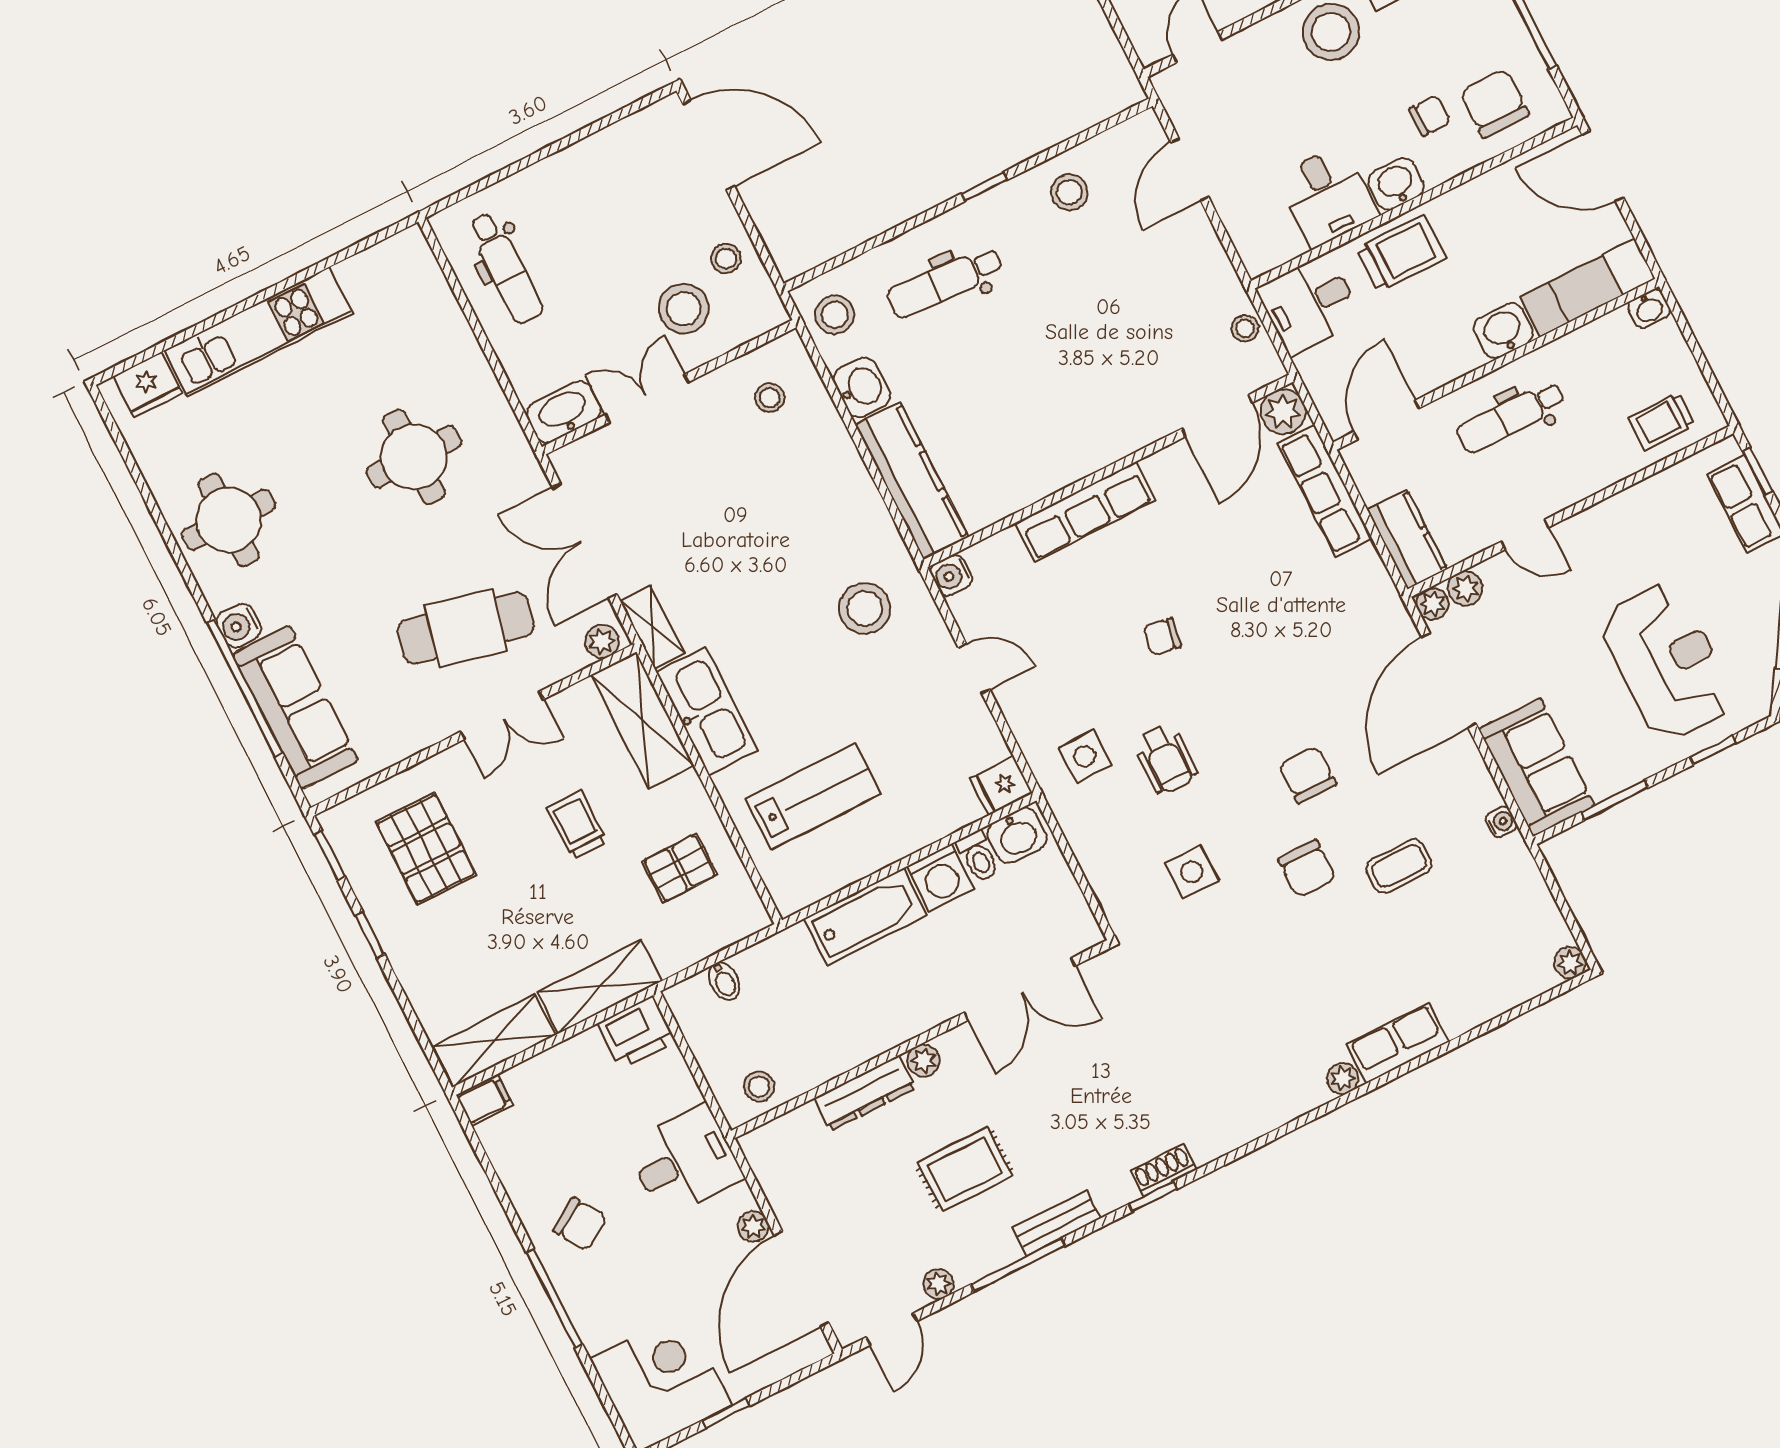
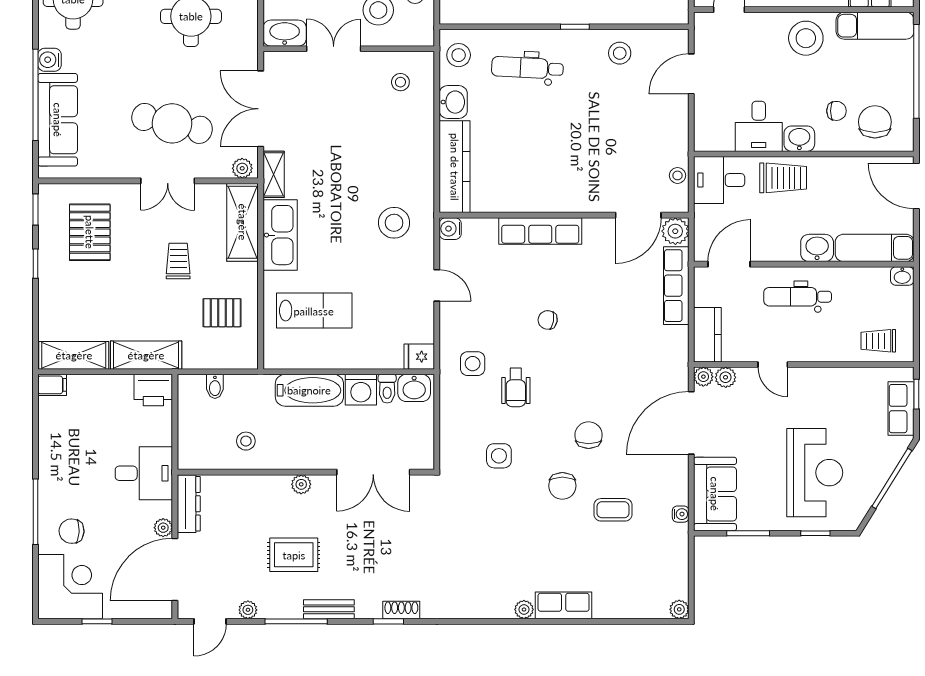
stool: (759, 1086) -> (246, 441), moved
dresser: (865, 1093) -> (189, 504), moved, turned -90
chair: (580, 1224) -> (72, 531), moved, turned 125

